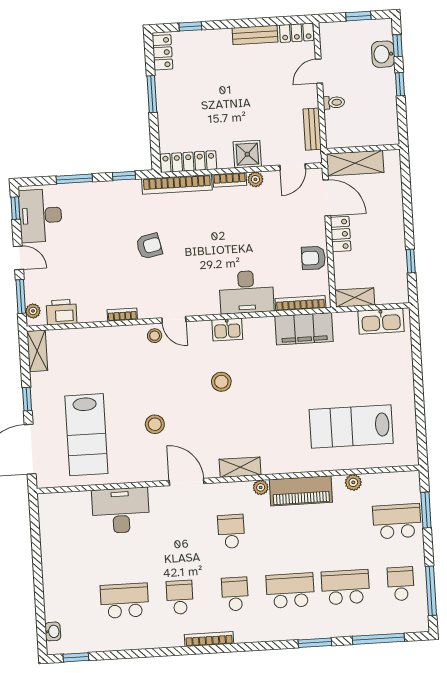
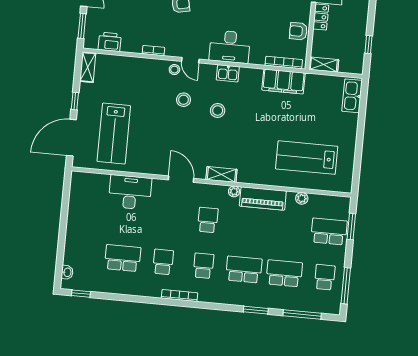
desk: (246, 292) -> (230, 47), moved
plant: (33, 311) -> (89, 38), removed
kitchen sink: (381, 321) -> (352, 96), moved, turned 90
stool: (155, 424) -> (184, 100), moved

